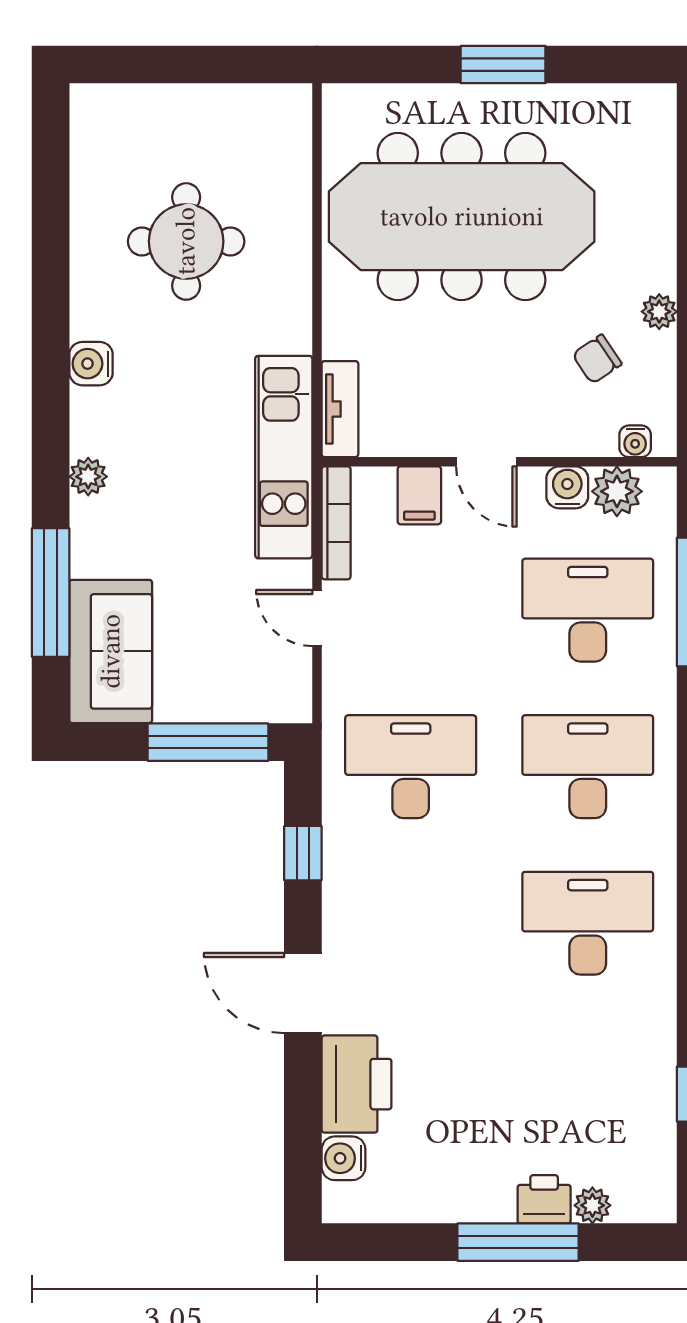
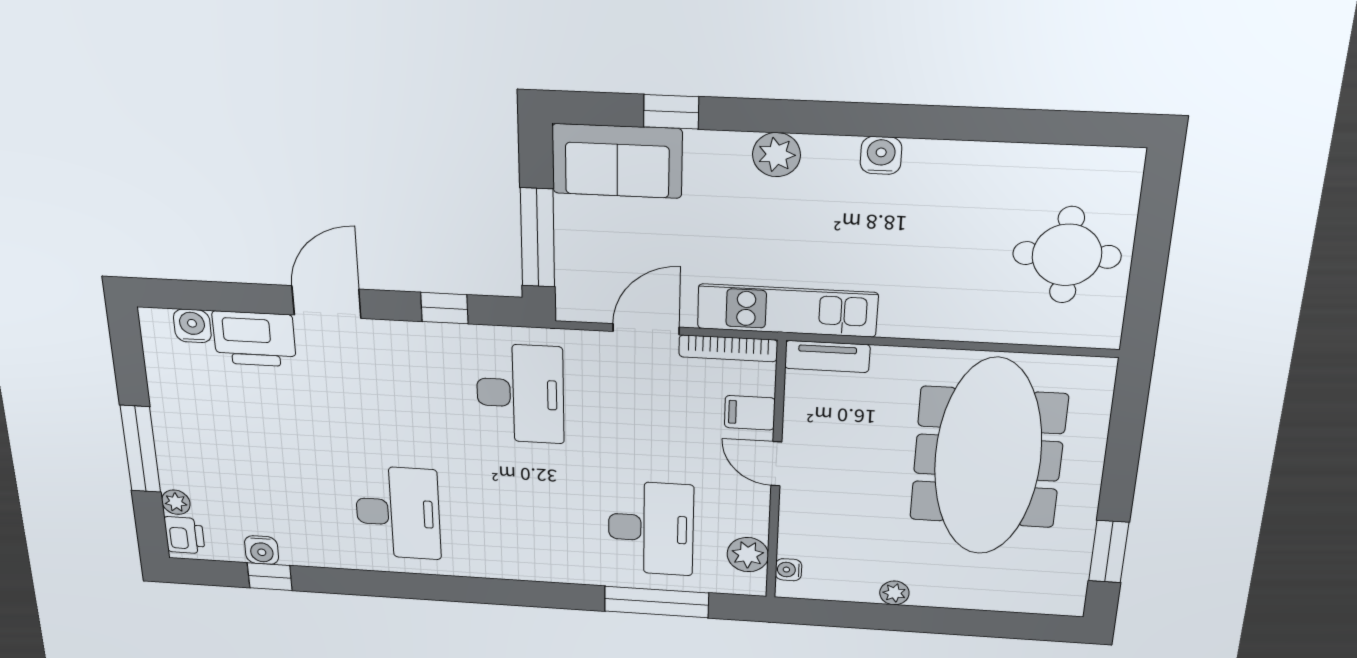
window: (503, 65) -> (1109, 552), moved
round table: (186, 241) -> (1067, 255), moved
chair: (597, 359) -> (858, 548), removed
door: (486, 462) -> (776, 464), hinge flipped
plant: (88, 477) -> (777, 155), width x1.38, depth x1.38
water cooler: (567, 487) -> (262, 550), moved, turned 90
window: (51, 593) -> (671, 112), width x0.46
door: (317, 618) -> (646, 329), width x1.38
desk: (588, 767) -> (524, 520), removed
printer: (544, 1199) -> (185, 535), moved

